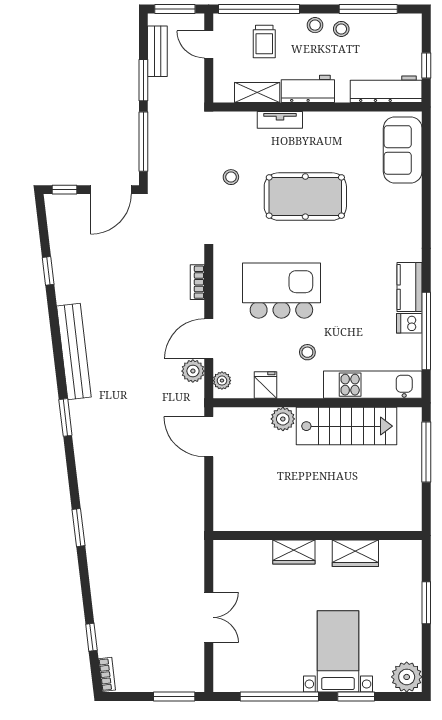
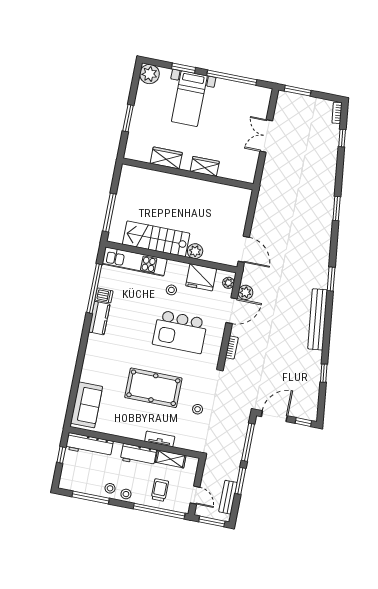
fridge: (266, 385) -> (201, 277), width x1.88, depth x1.34

